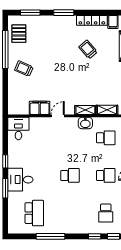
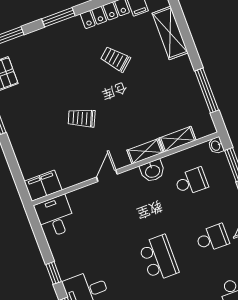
trolley: (24, 69) -> (82, 118), moved
filing cabinet: (40, 108) -> (43, 186), moved
school desk: (70, 175) -> (159, 258), width x1.85

